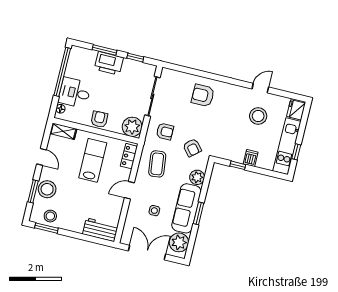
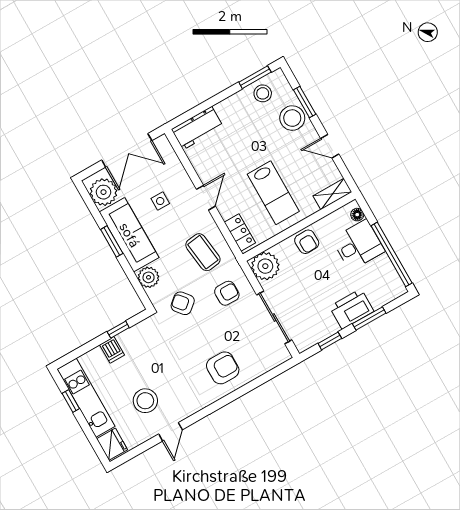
armchair: (165, 131) -> (227, 293), turned 180

